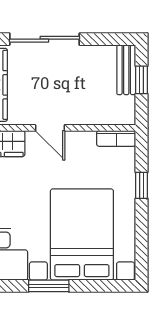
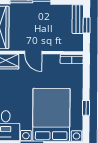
window: (142, 185) -> (86, 108), moved

